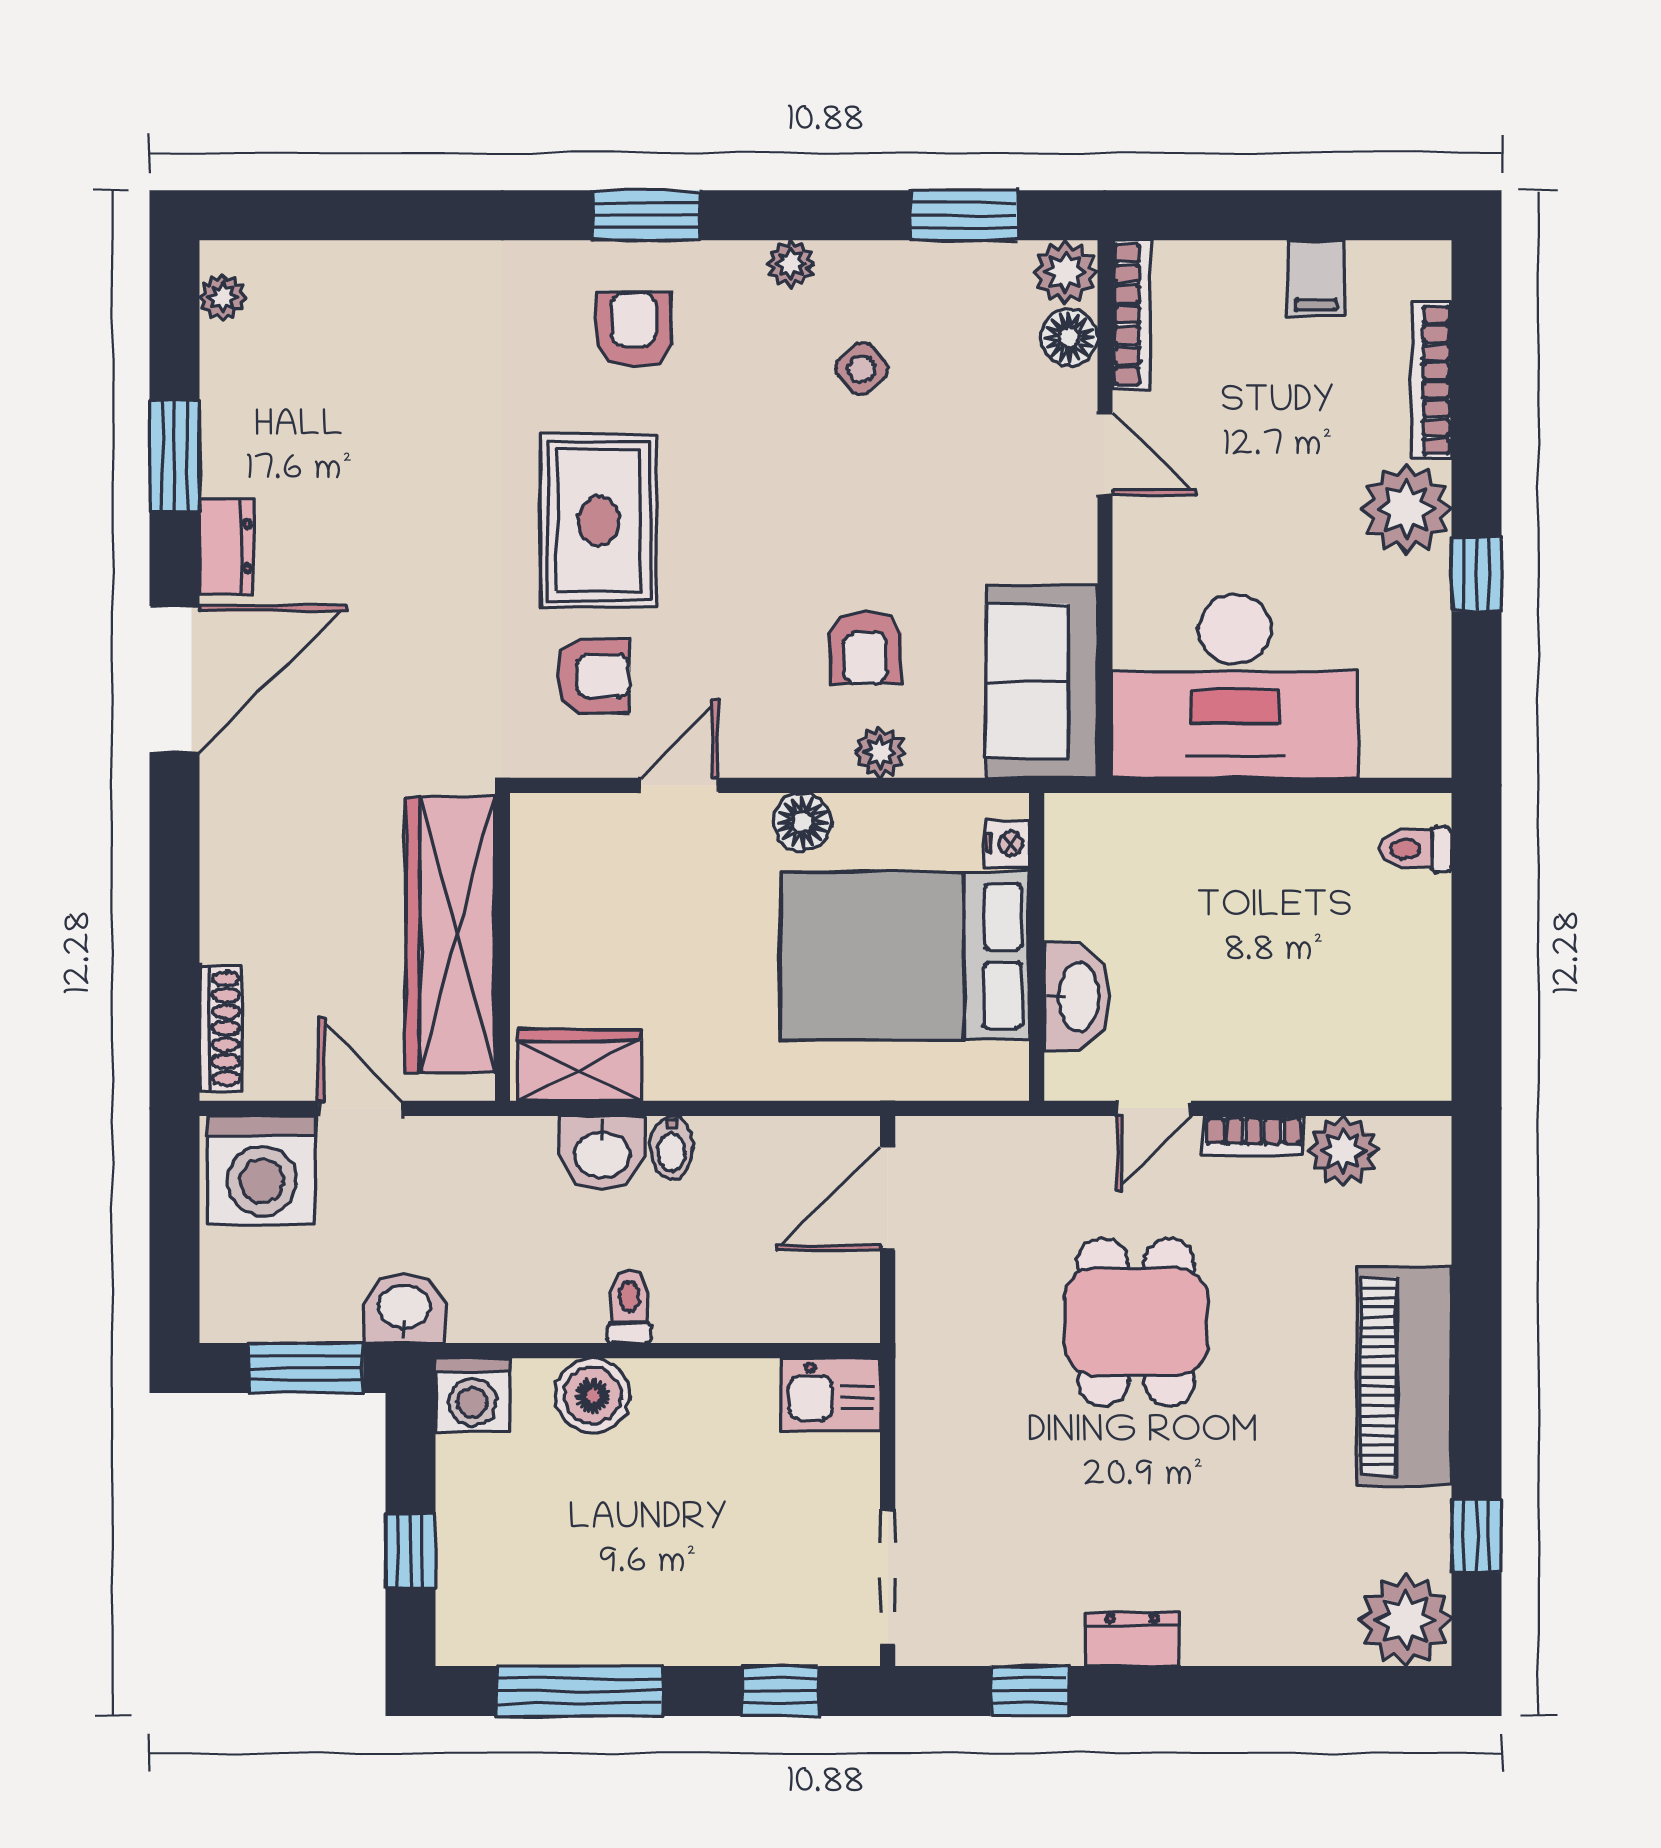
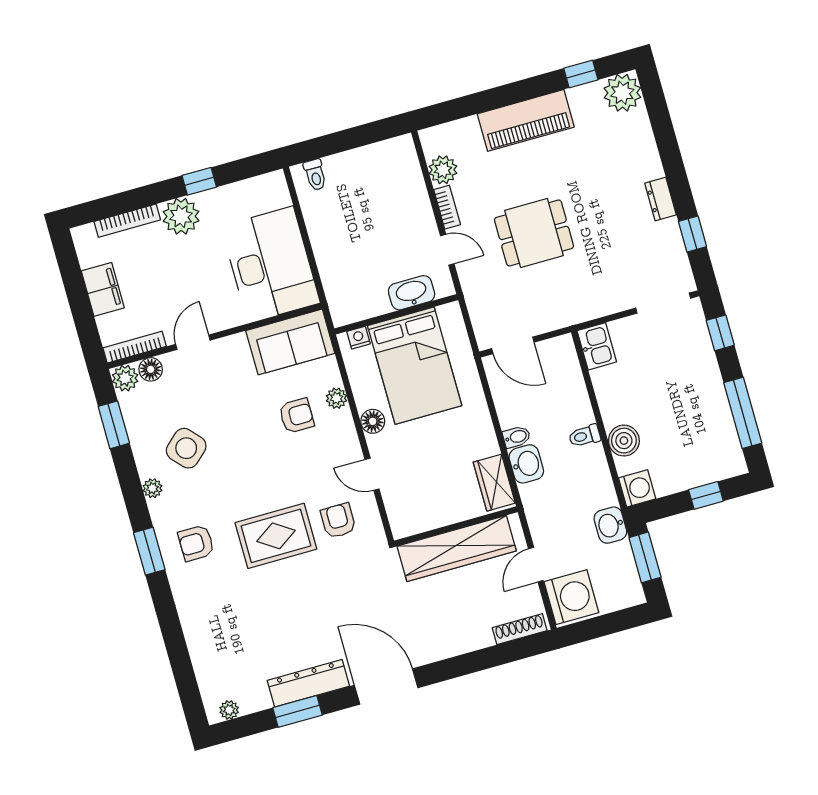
filing cabinet: (1316, 278) -> (103, 289), width x2.00
side table: (862, 369) -> (186, 448), width x1.87, depth x1.87
dresser: (226, 546) -> (308, 683), width x1.96, depth x1.24

